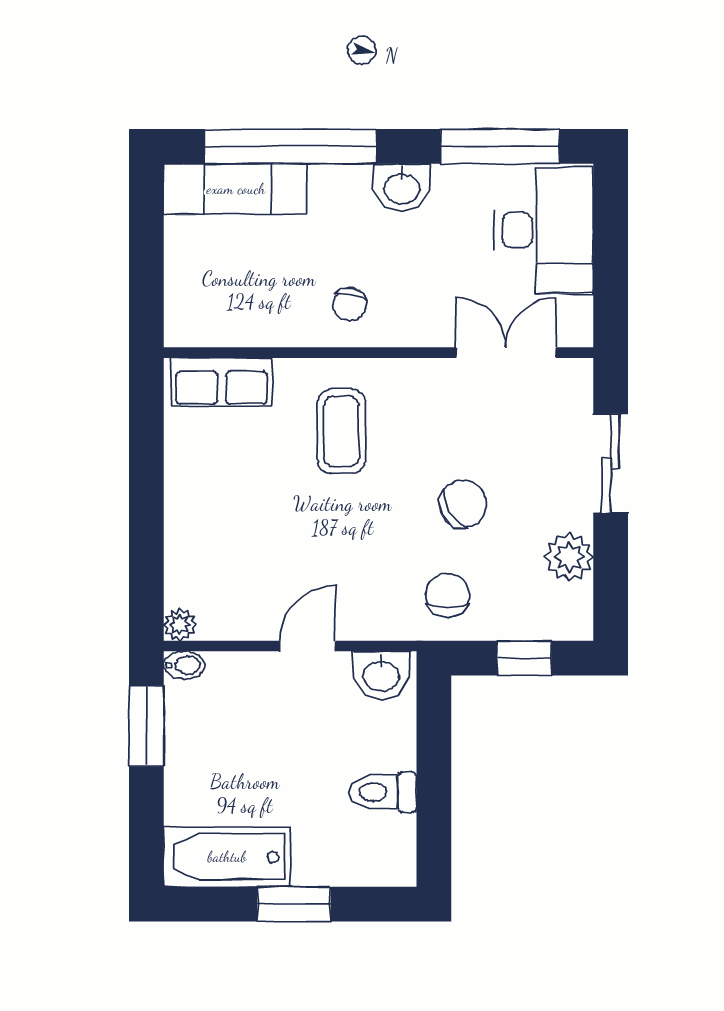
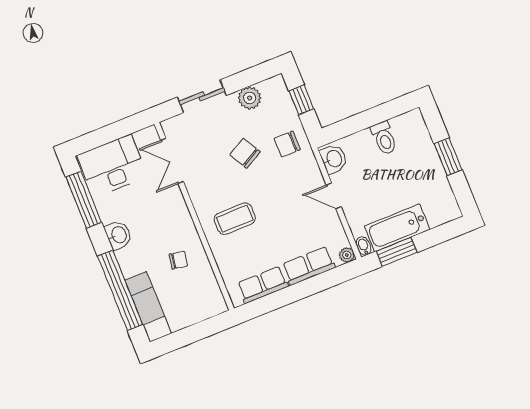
chair: (350, 304) -> (178, 260), moved
row of seats: (222, 382) -> (263, 285), moved, turned -90
row of seats: (189, 540) -> (309, 266), added
bathtub: (227, 857) -> (397, 228), moved, turned 90

